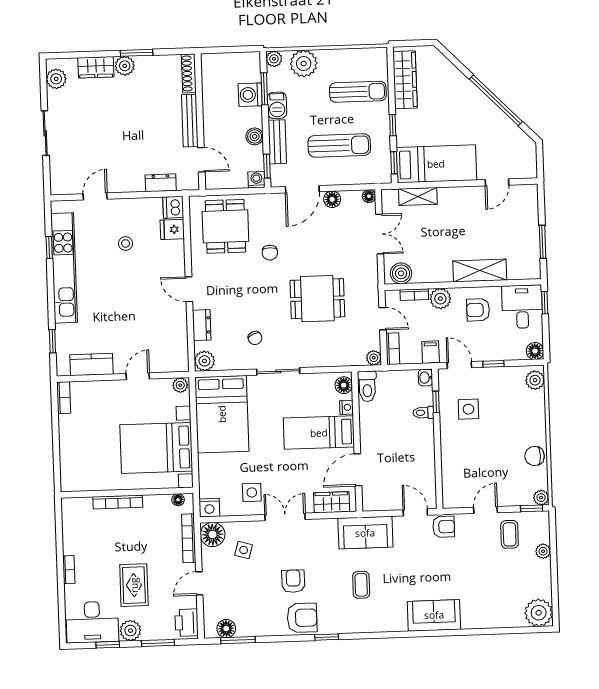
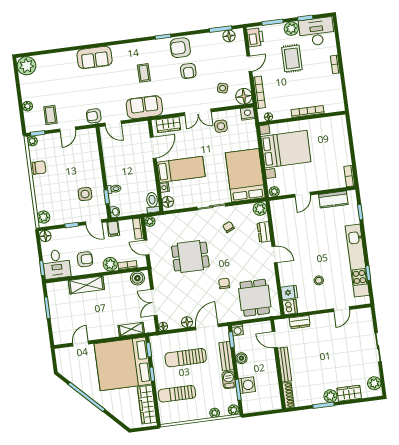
plant: (304, 63) -> (215, 413), width x0.53, depth x0.53
bed: (436, 164) -> (123, 364), width x2.04

